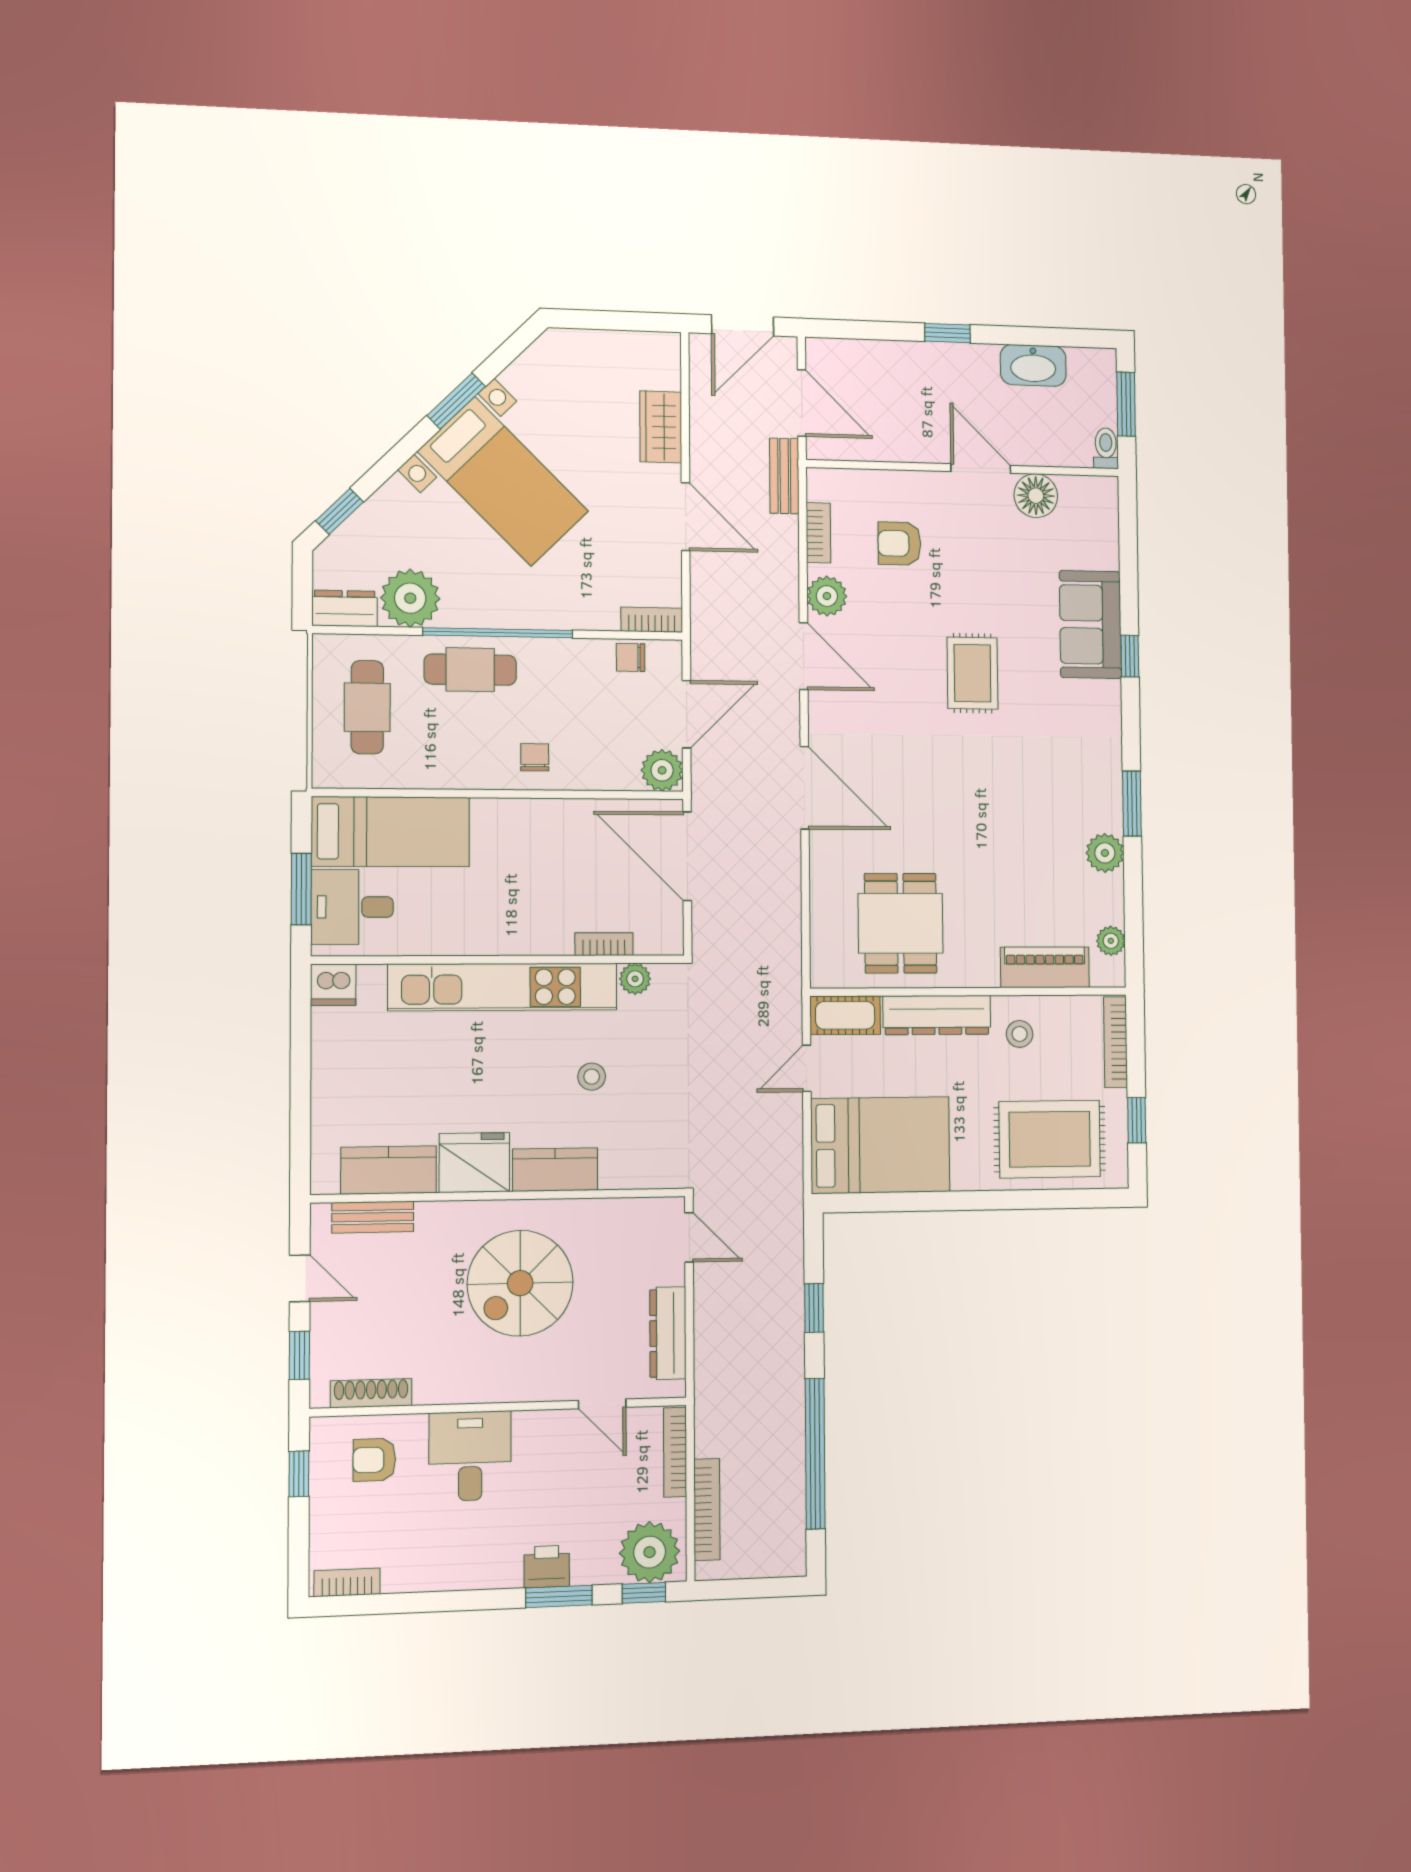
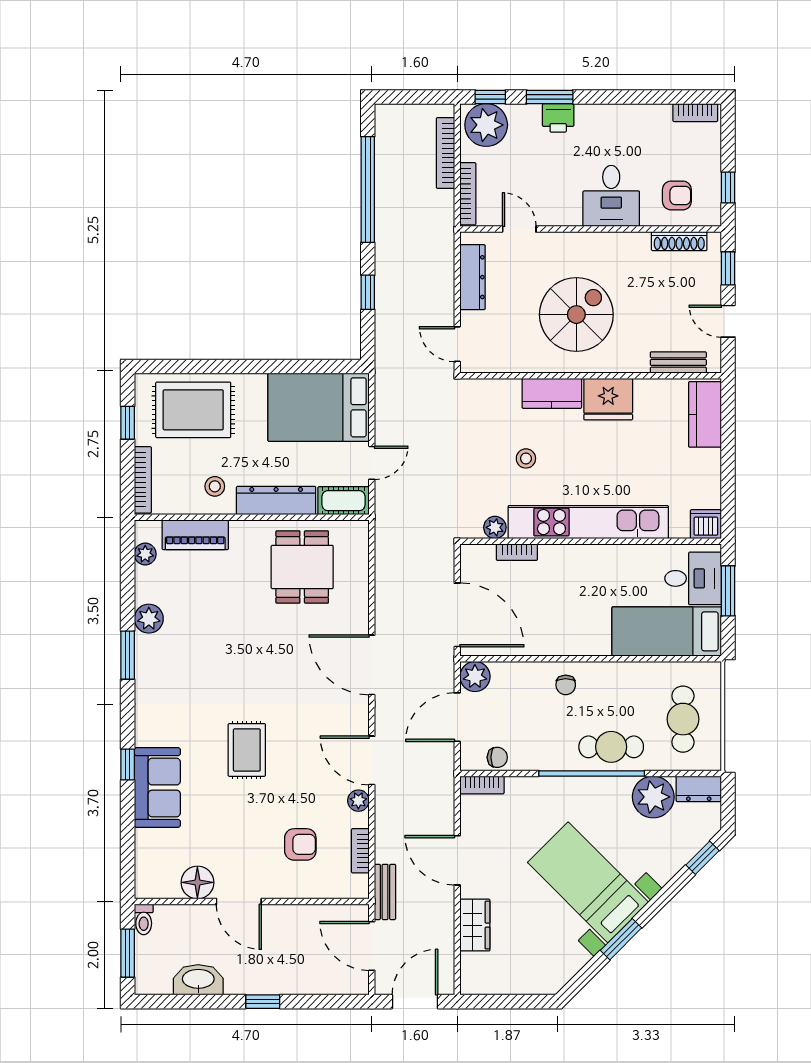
plant: (827, 596) -> (358, 801), width x0.73, depth x0.73
kitchen counter: (389, 1170) -> (705, 414), moved, turned 90

